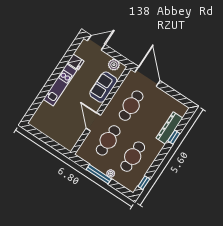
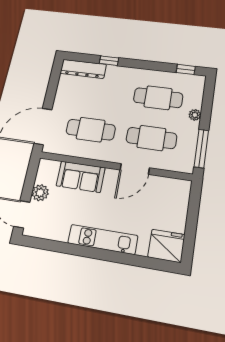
fridge: (76, 62) -> (166, 246), moved, width x1.88, depth x1.34
plant: (114, 65) -> (40, 193), moved
dresser: (169, 128) -> (83, 69), moved
window: (99, 174) -> (201, 149), moved

